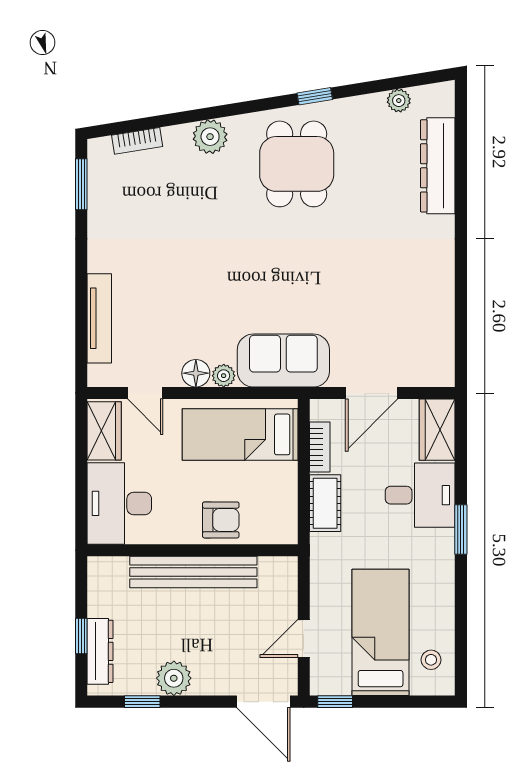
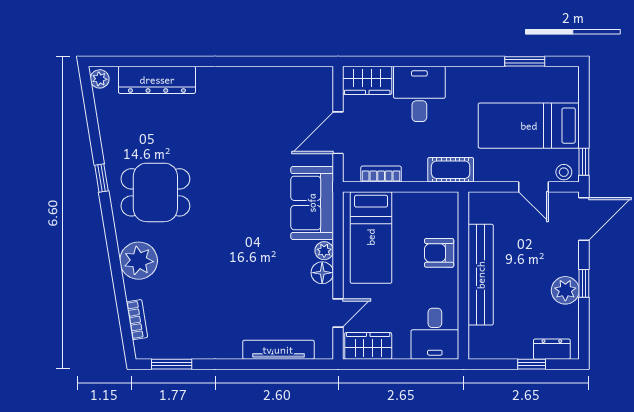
plant: (399, 101) -> (100, 79), moved
plant: (210, 137) -> (139, 261), width x1.36, depth x1.36
door: (372, 393) -> (338, 133), swing flipped
desk: (119, 503) -> (435, 334), width x0.73
cot: (325, 503) -> (451, 170), moved
armchair: (221, 520) -> (439, 253), turned -90
window: (461, 530) -> (525, 61), moved
dresser: (100, 651) -> (552, 349), width x0.70
stool: (431, 660) -> (564, 172), moved
window: (142, 702) -> (584, 283), moved

